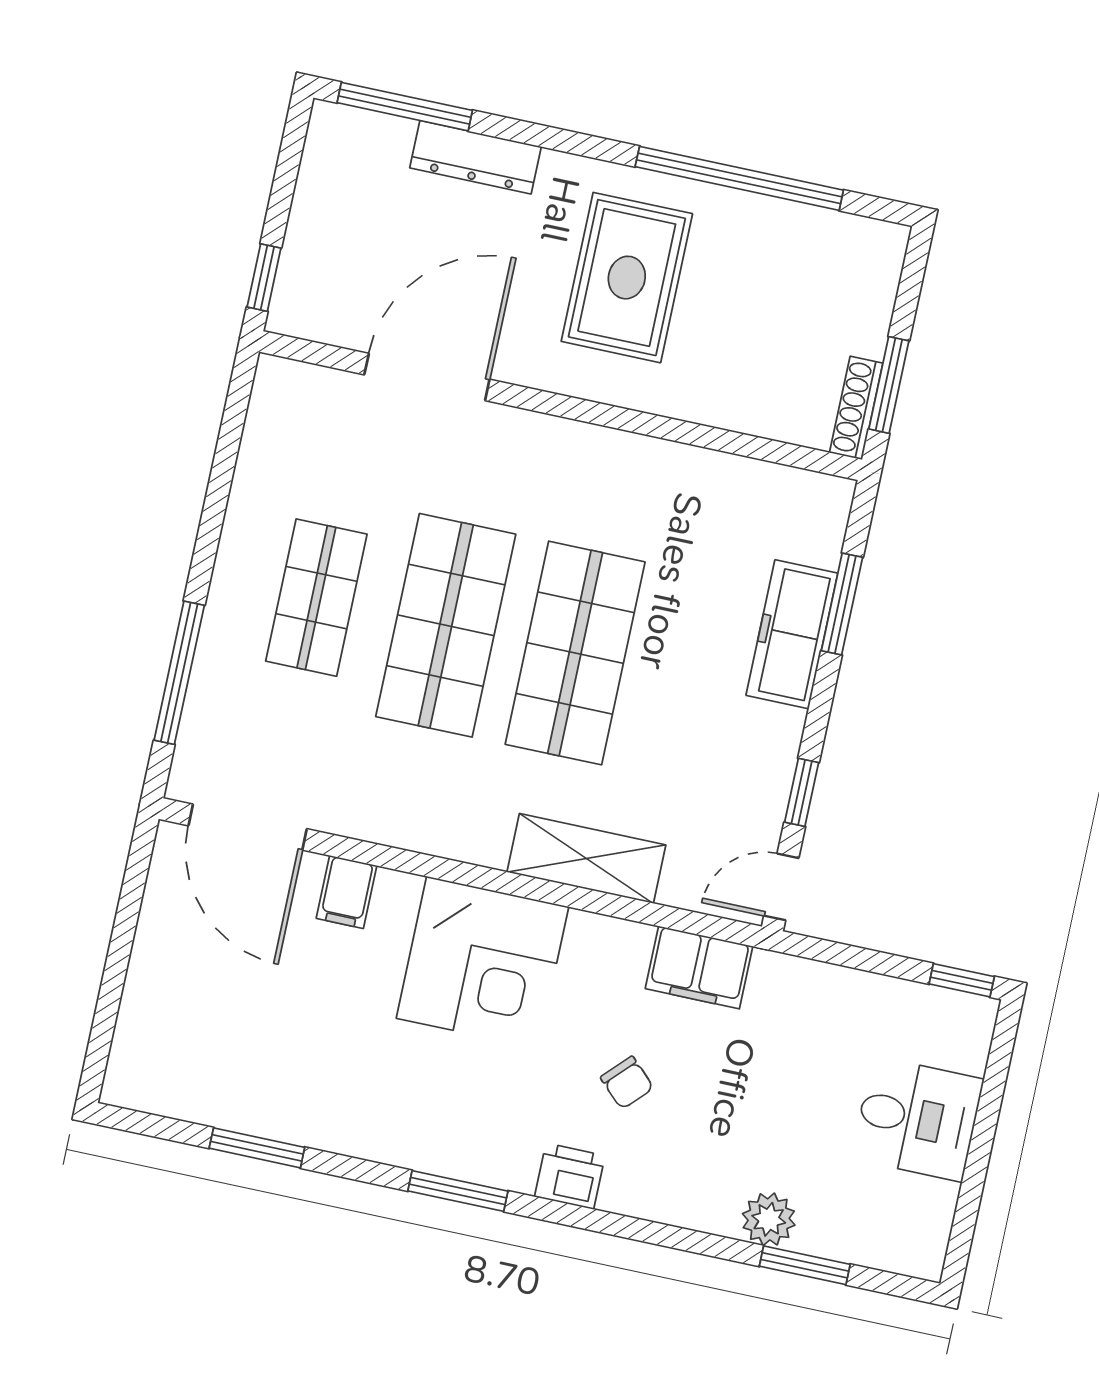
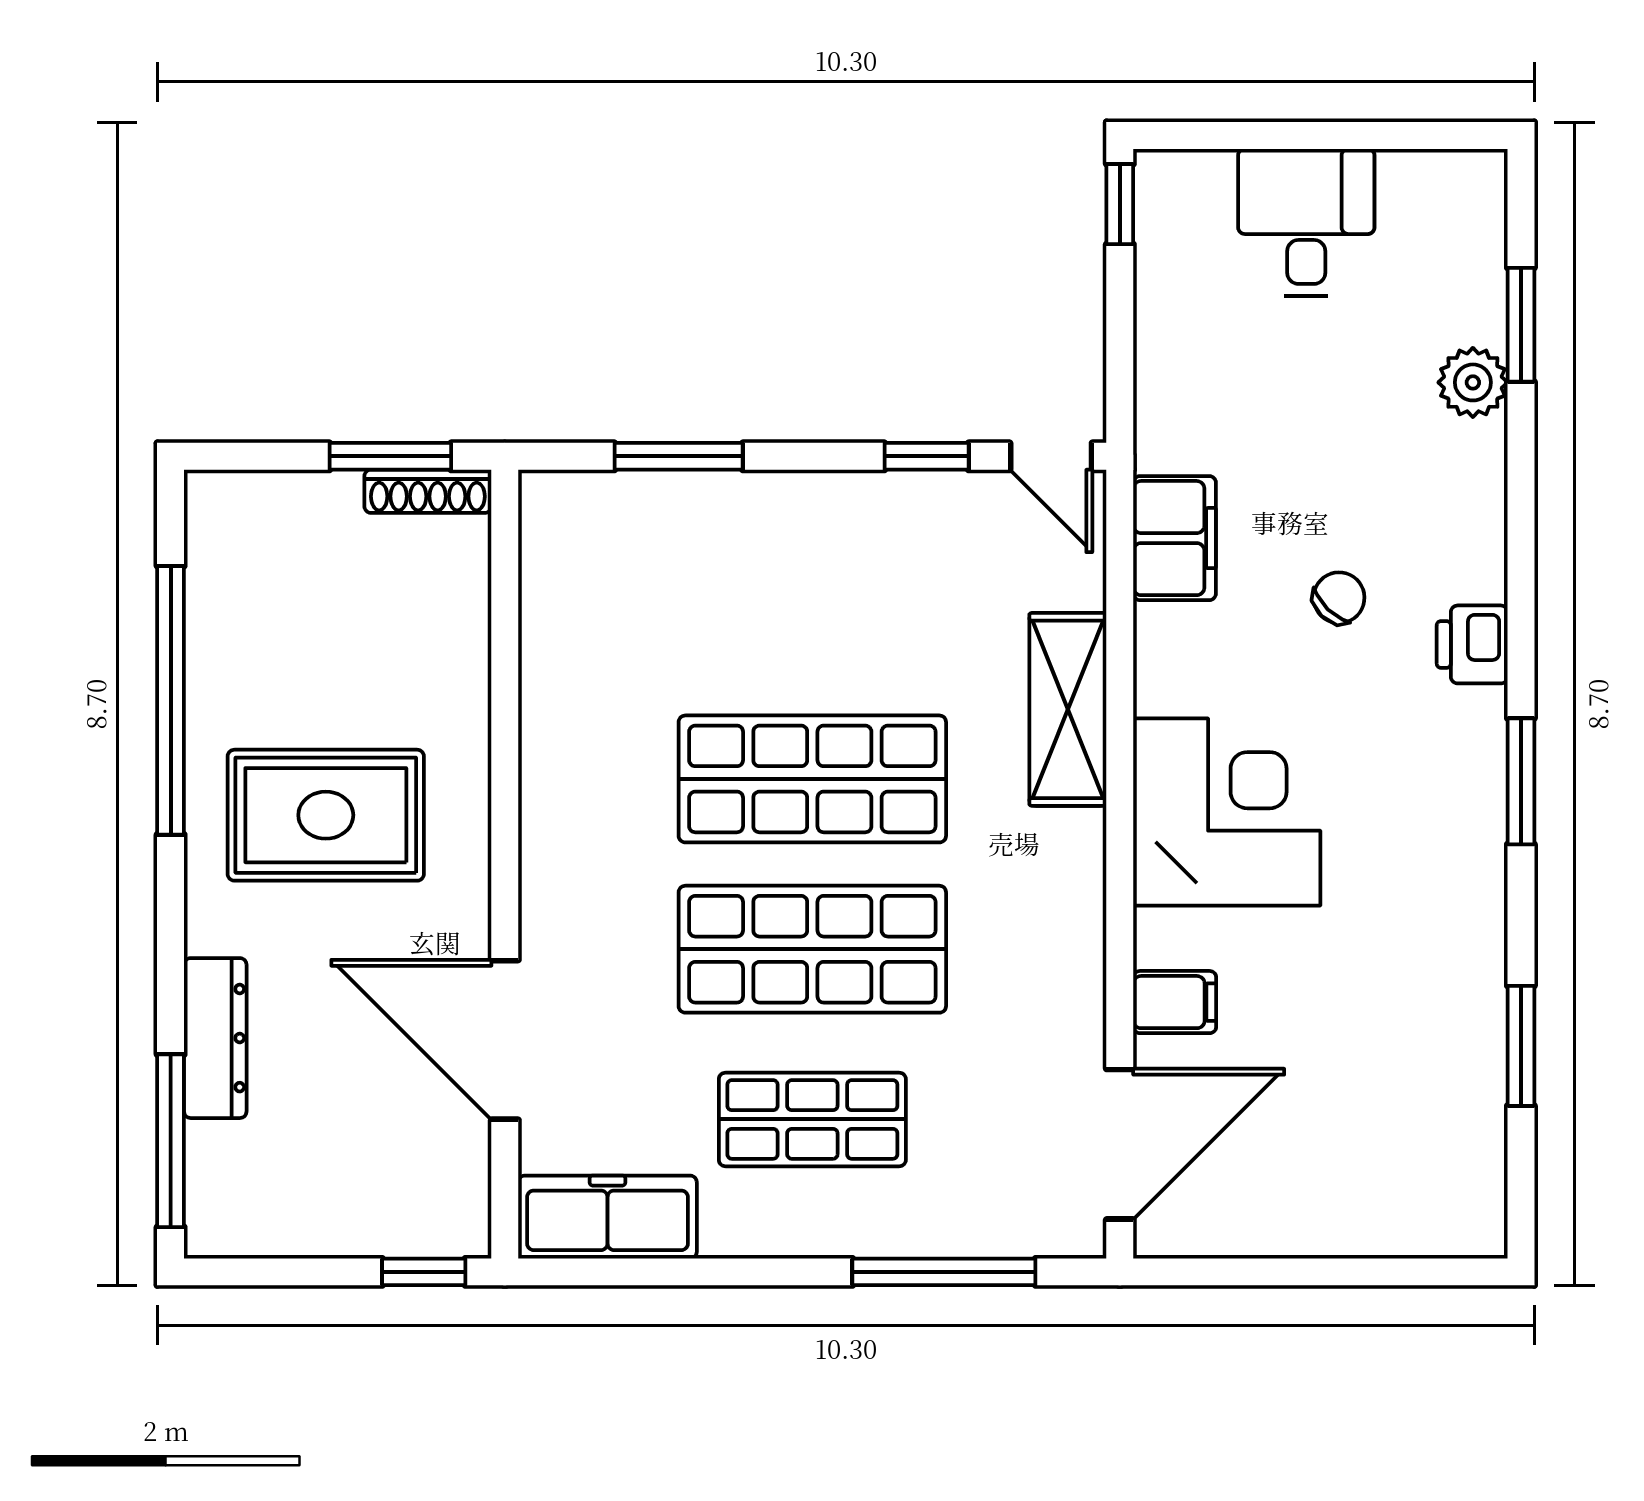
freezer: (792, 634) -> (607, 1217), moved, turned 180

